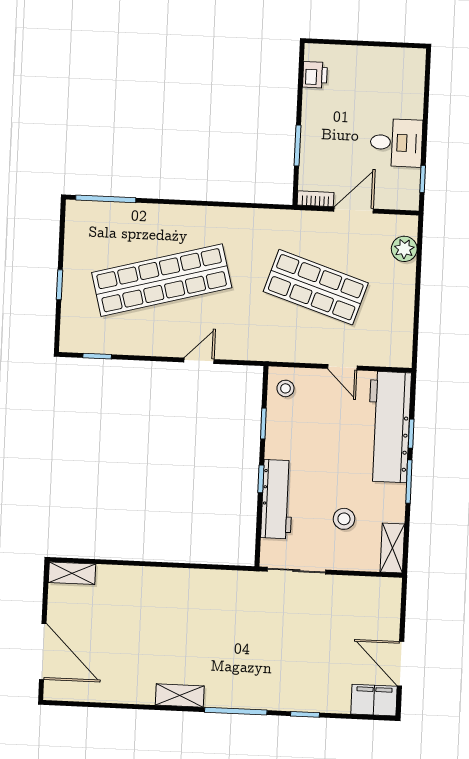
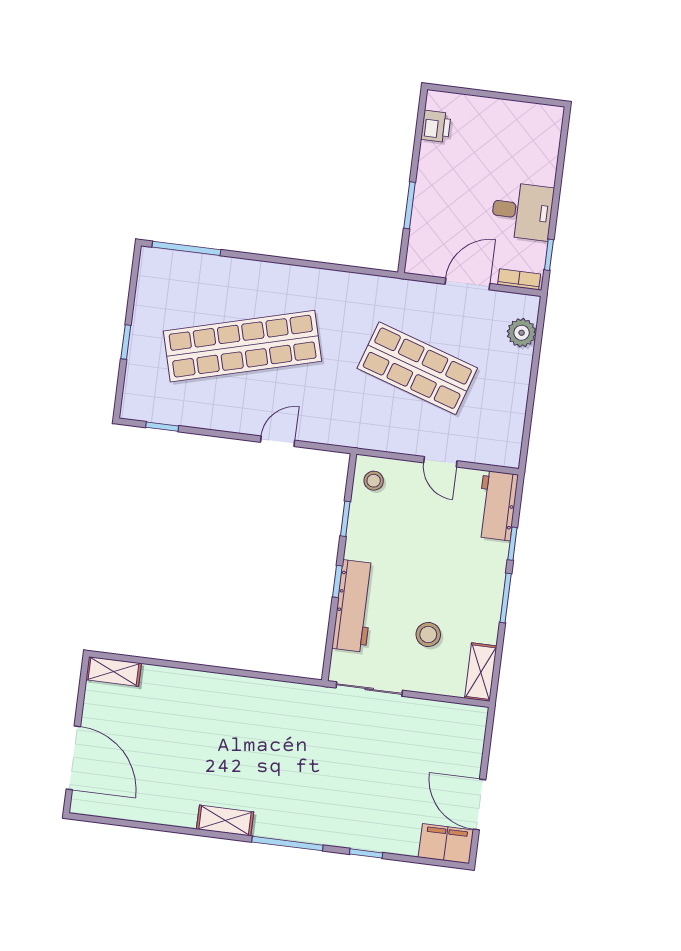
bookcase: (316, 199) -> (519, 279), moved
workbench: (389, 427) -> (497, 506), width x0.53, depth x0.76

